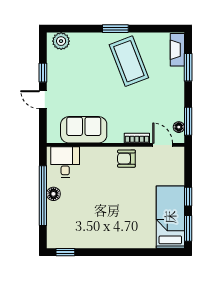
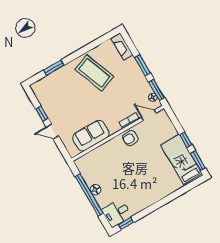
window: (115, 29) -> (54, 68), moved
plant: (61, 41) -> (42, 86), removed
window: (188, 67) -> (142, 65), moved
desk: (65, 162) -> (117, 213), moved, turned -90

